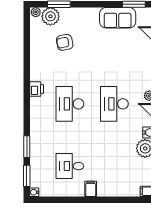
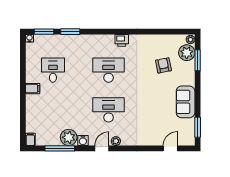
sofa: (118, 18) -> (186, 102), moved

